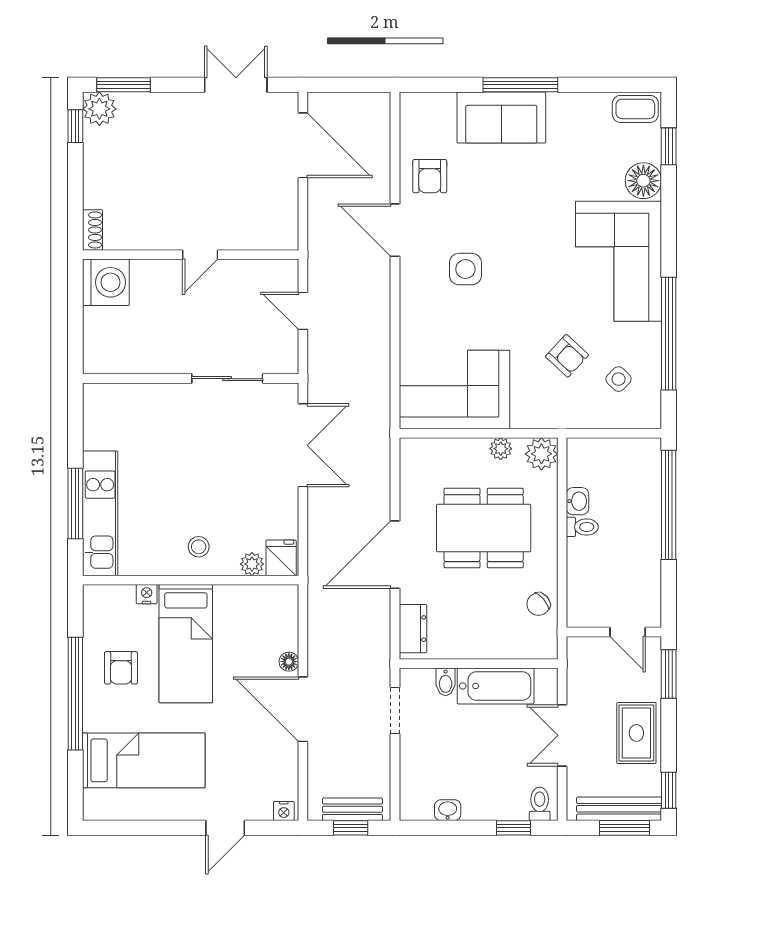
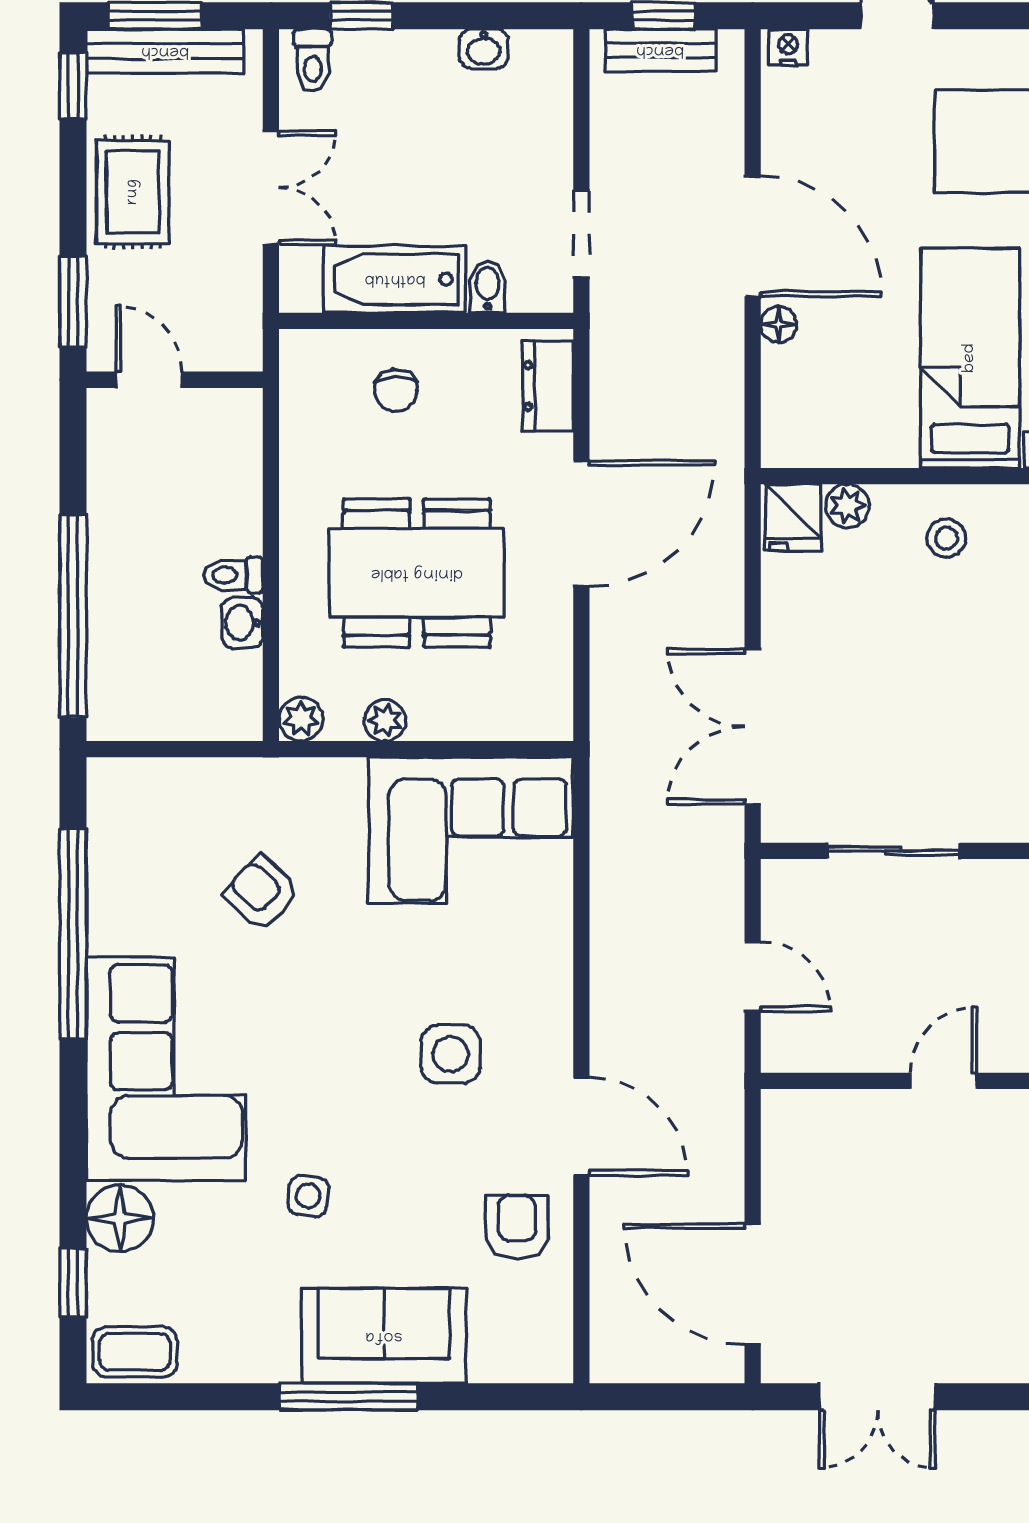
side table: (619, 379) -> (308, 1196), moved, turned -37
plant: (541, 454) -> (301, 719), width x0.73, depth x0.73
chair: (538, 604) -> (396, 390), moved, turned 130

